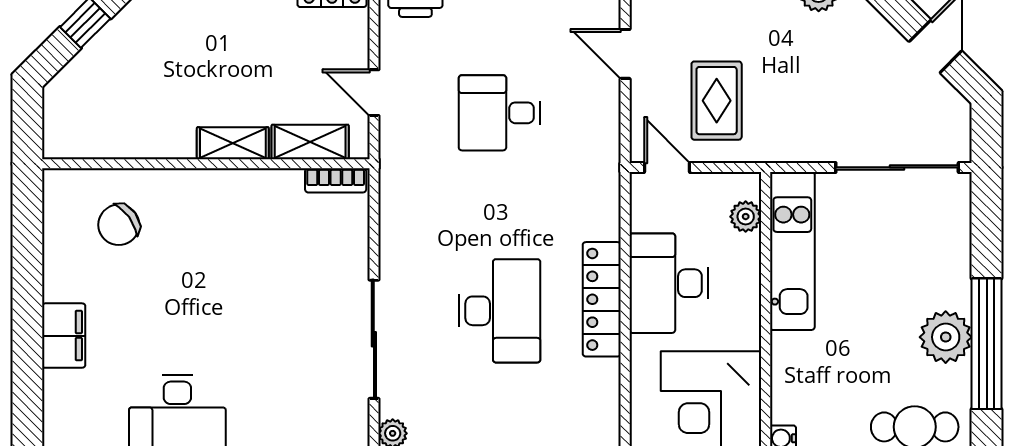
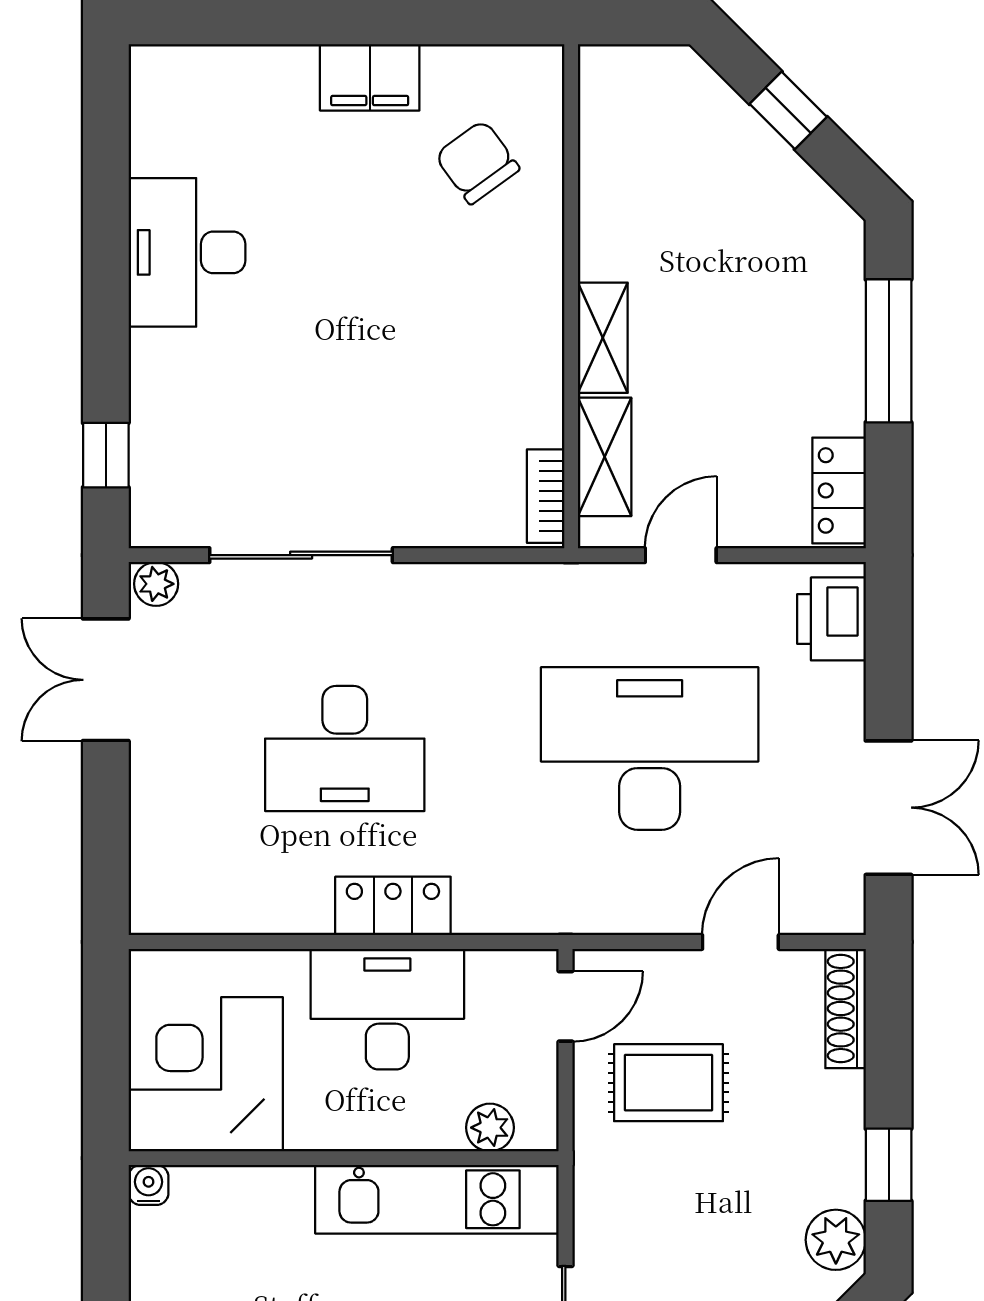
desk: (500, 113) -> (650, 749), width x1.87, depth x1.30
locker: (602, 299) -> (393, 906), width x0.66
filing cabinet: (64, 336) -> (370, 77), moved

